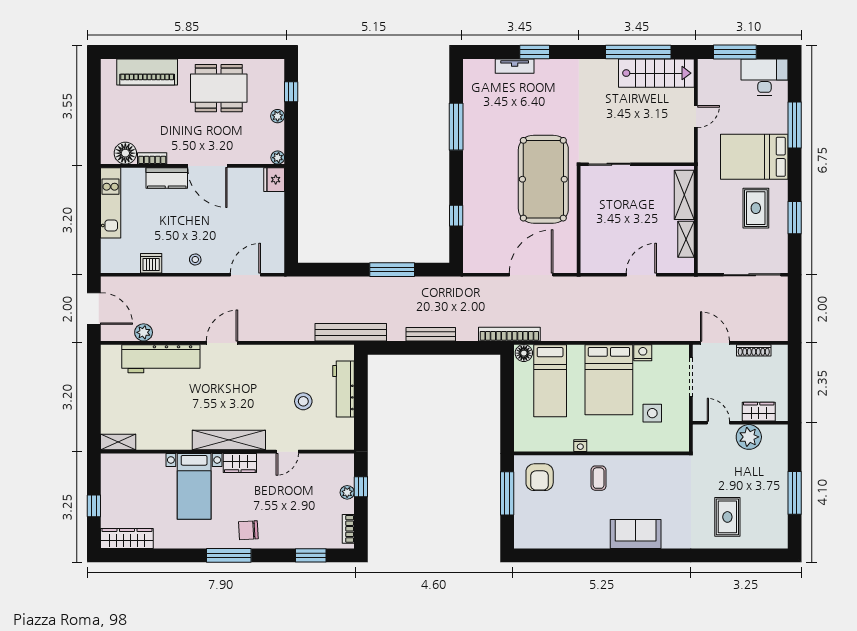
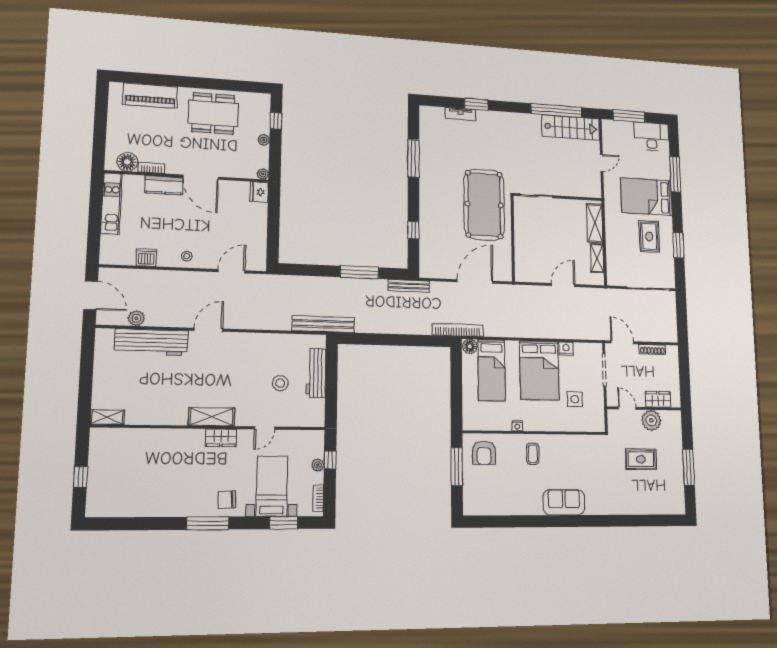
bench: (431, 334) -> (409, 286), moved
shelving: (229, 440) -> (212, 417), width x0.68
bed with nightstands: (194, 486) -> (272, 486), moved, turned 180
rug: (727, 517) -> (641, 459), moved, turned 90
wardrobe: (127, 538) -> (111, 508), removed

